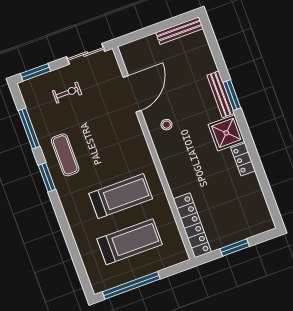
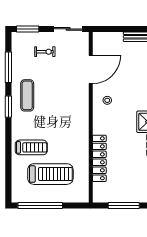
treadmill: (121, 196) -> (31, 147), moved, width x0.73, depth x0.73
locker: (192, 225) -> (99, 158), moved
window: (235, 248) -> (124, 206), width x1.44

